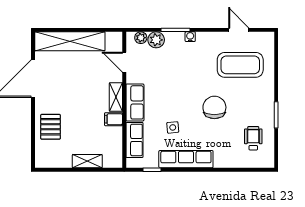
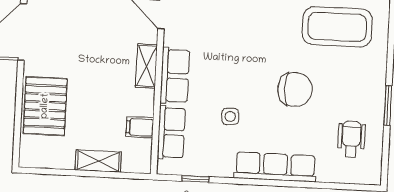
chair: (214, 107) -> (295, 89), turned 90
filing cabinet: (114, 119) -> (140, 127), moved
pallet: (51, 127) -> (45, 106), width x1.50, depth x1.42
row of seats: (186, 159) -> (275, 167), moved

